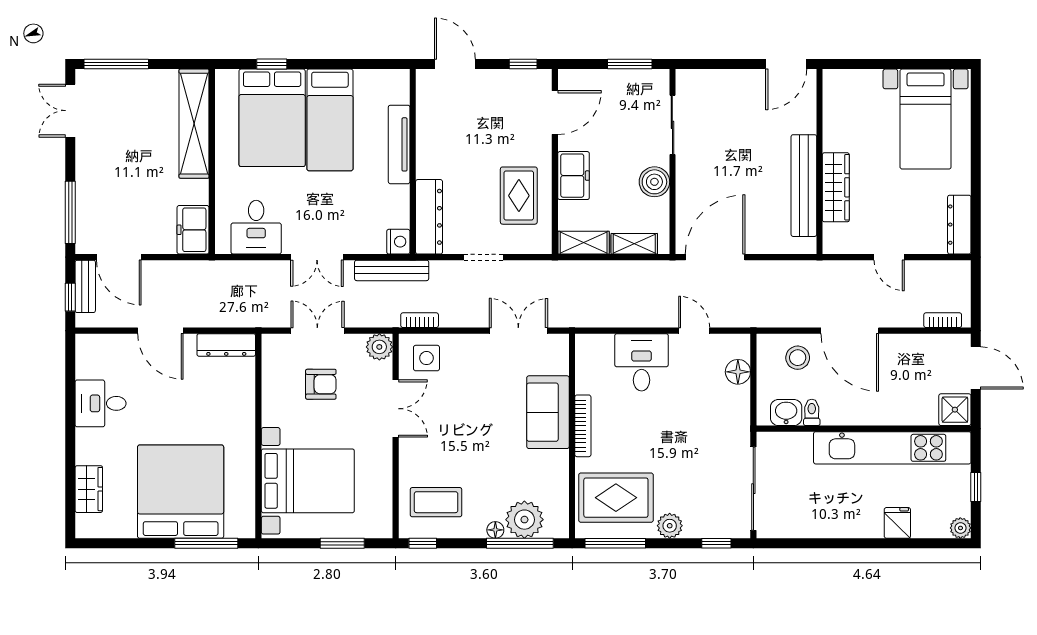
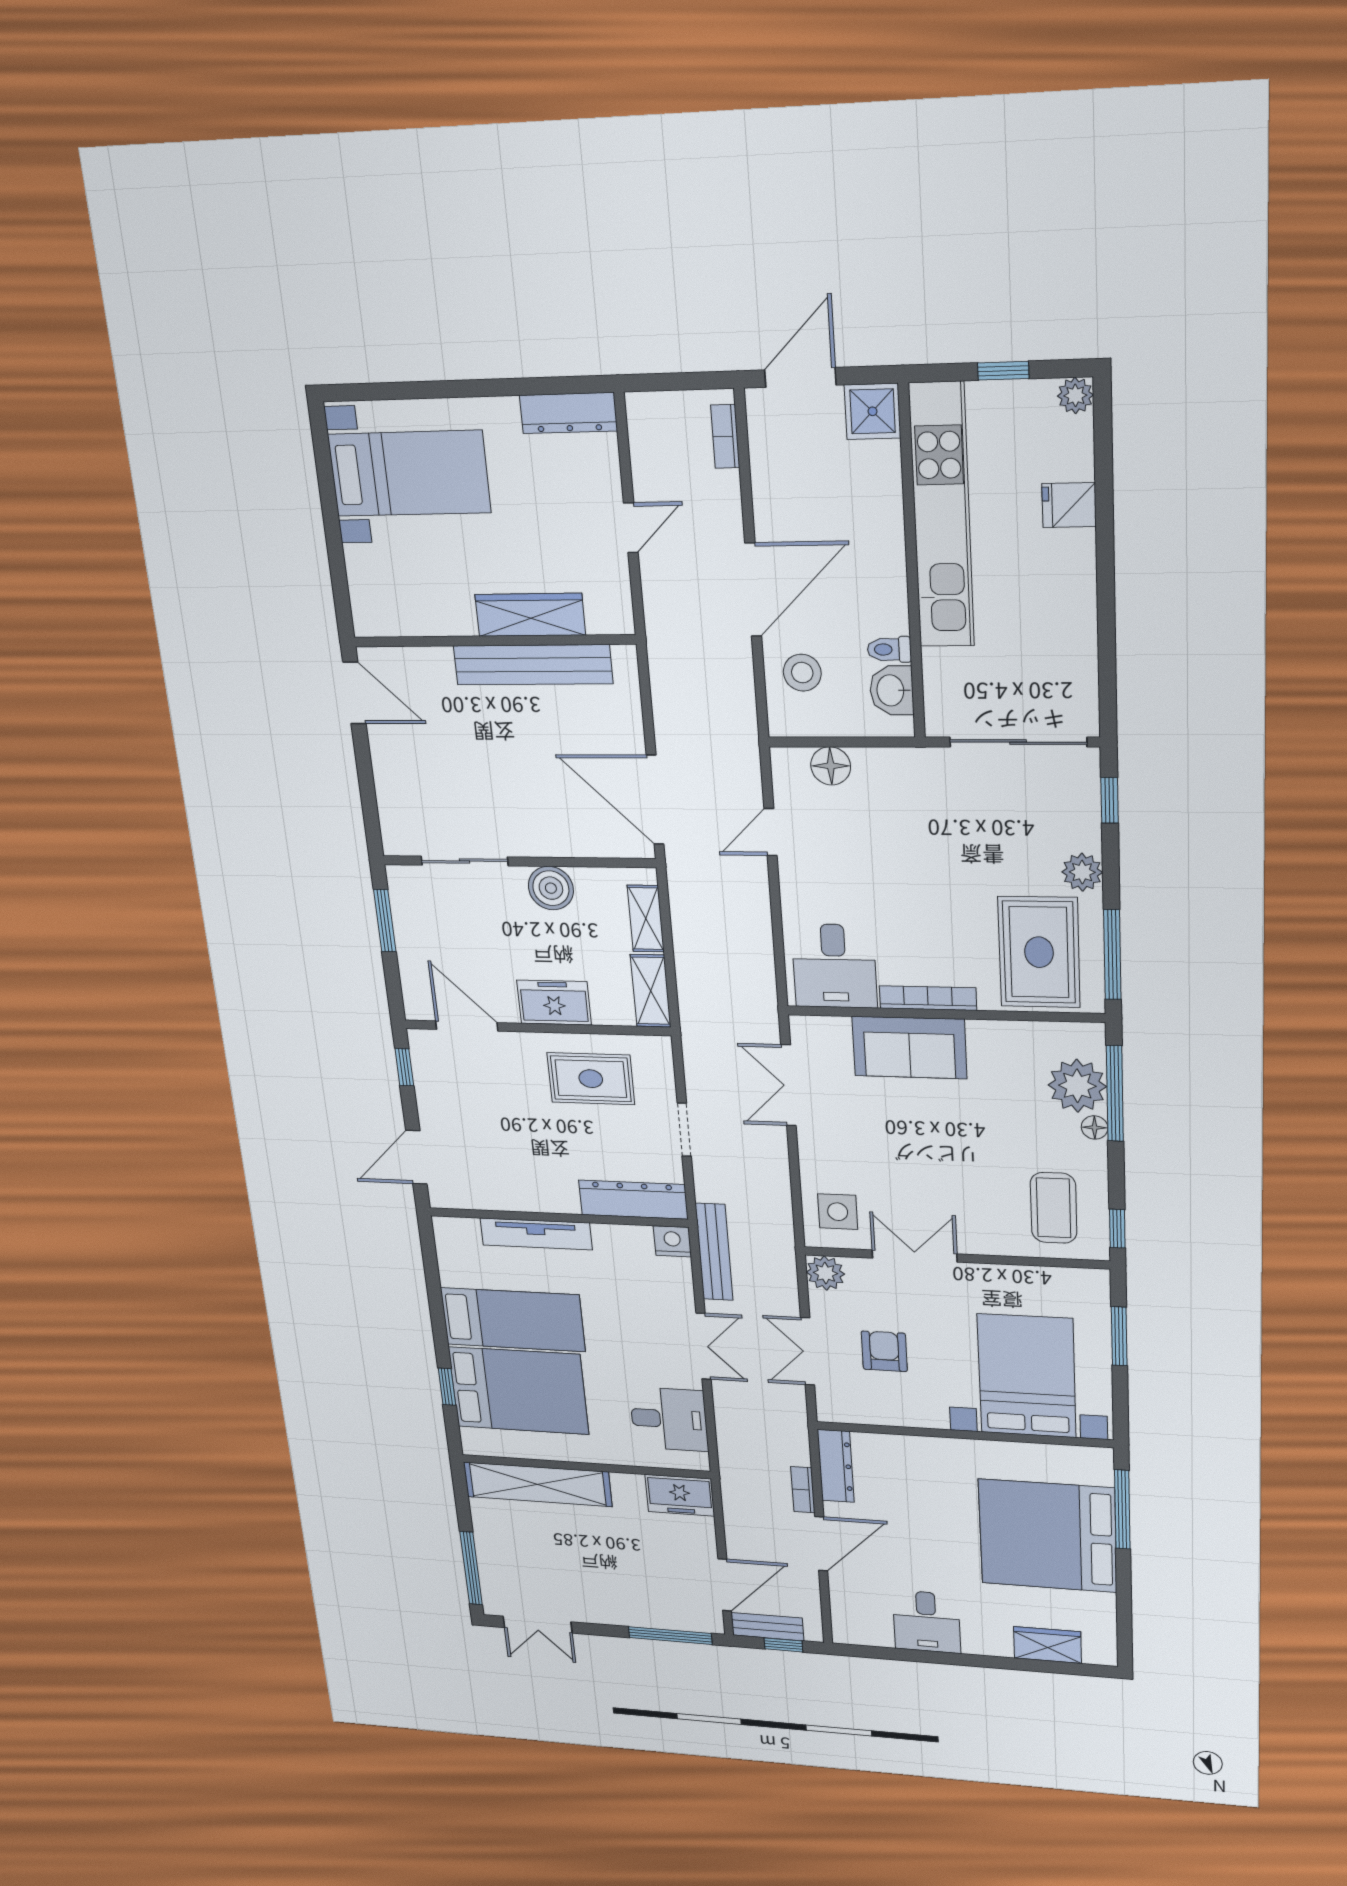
bookcase: (420, 320) -> (803, 1490), moved
desk: (642, 362) -> (834, 966), moved, turned -90

